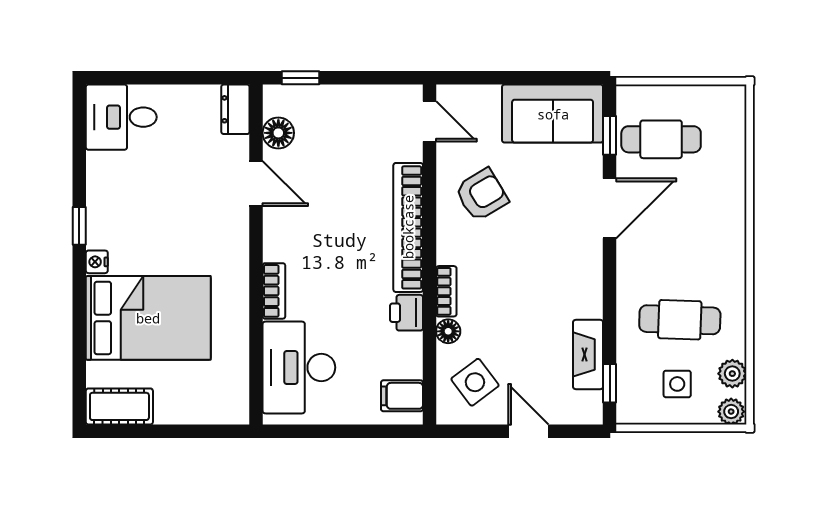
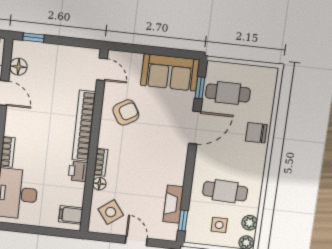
chair: (722, 206) -> (256, 133), added

